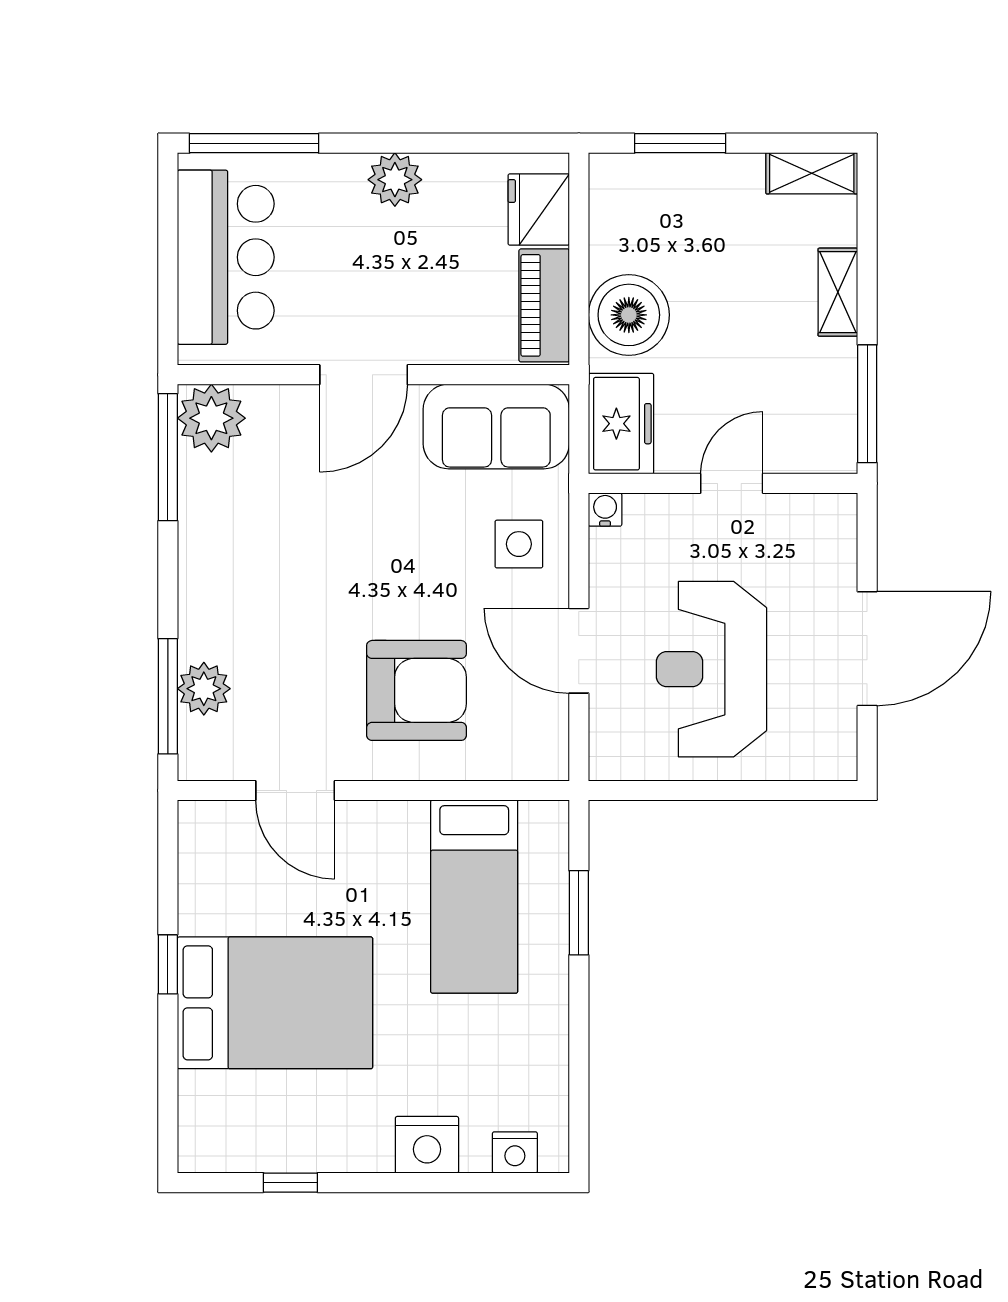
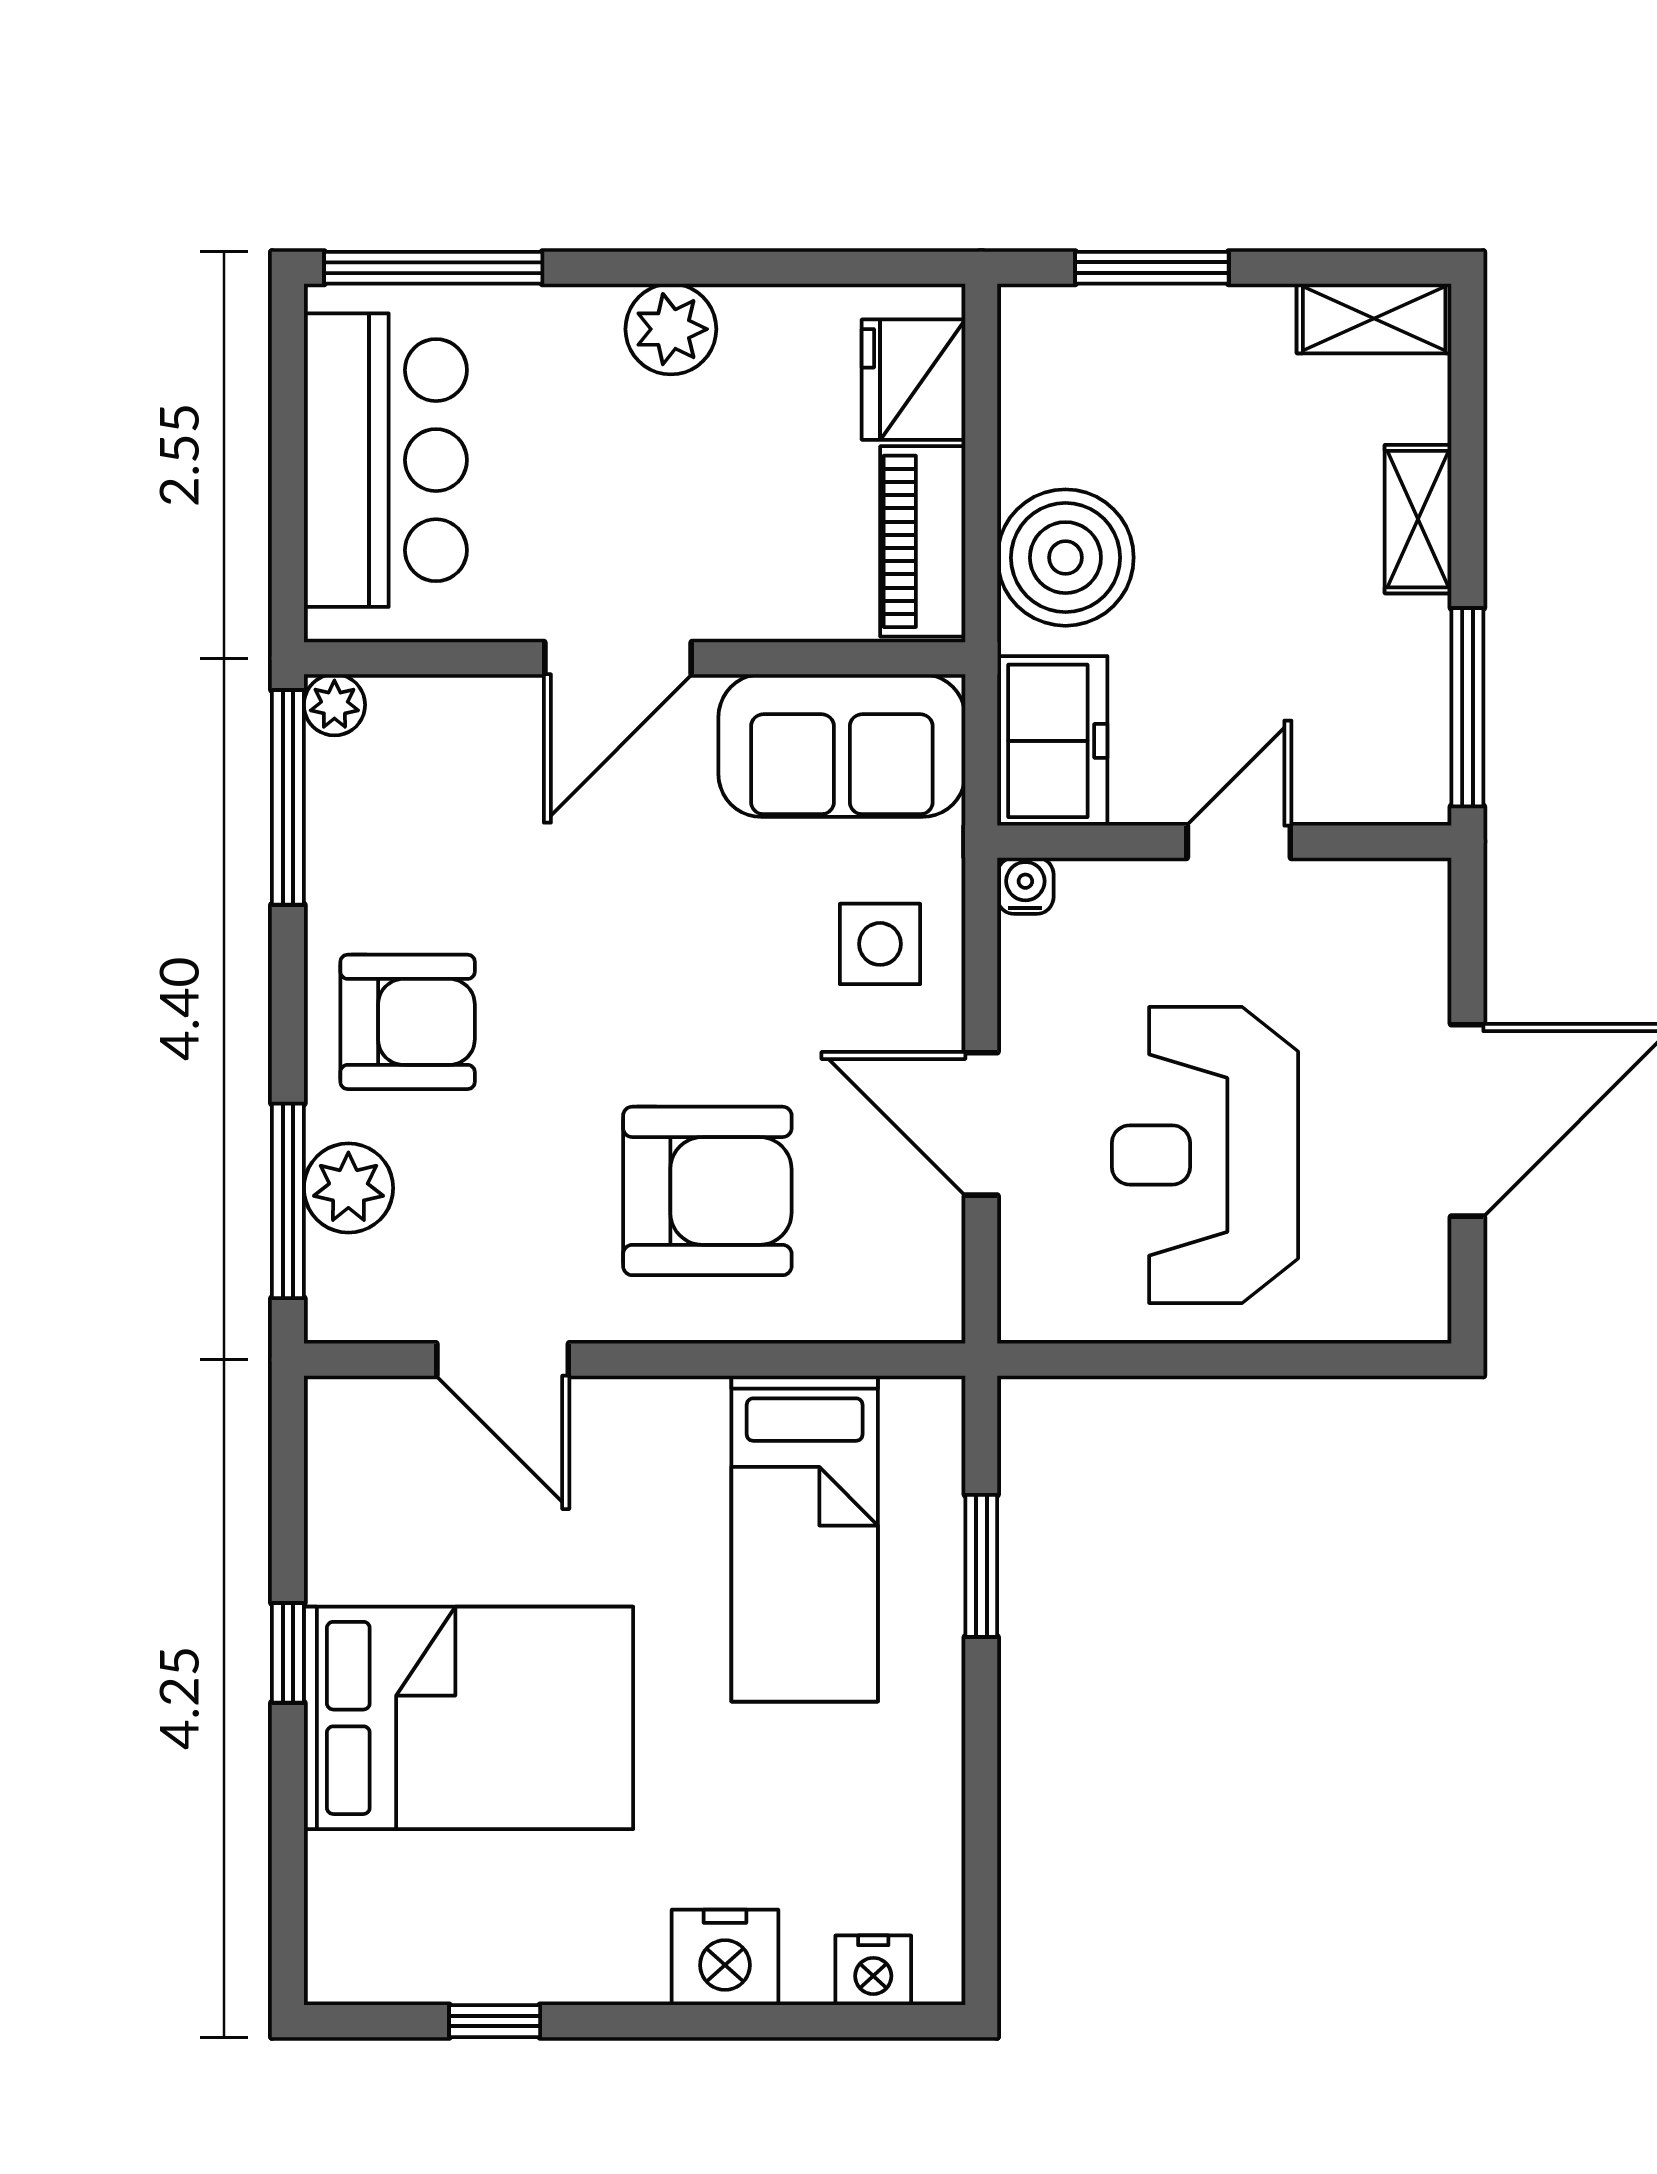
plant: (211, 418) -> (334, 705), width x0.53, depth x0.53
armchair: (239, 590) -> (408, 1022), added

